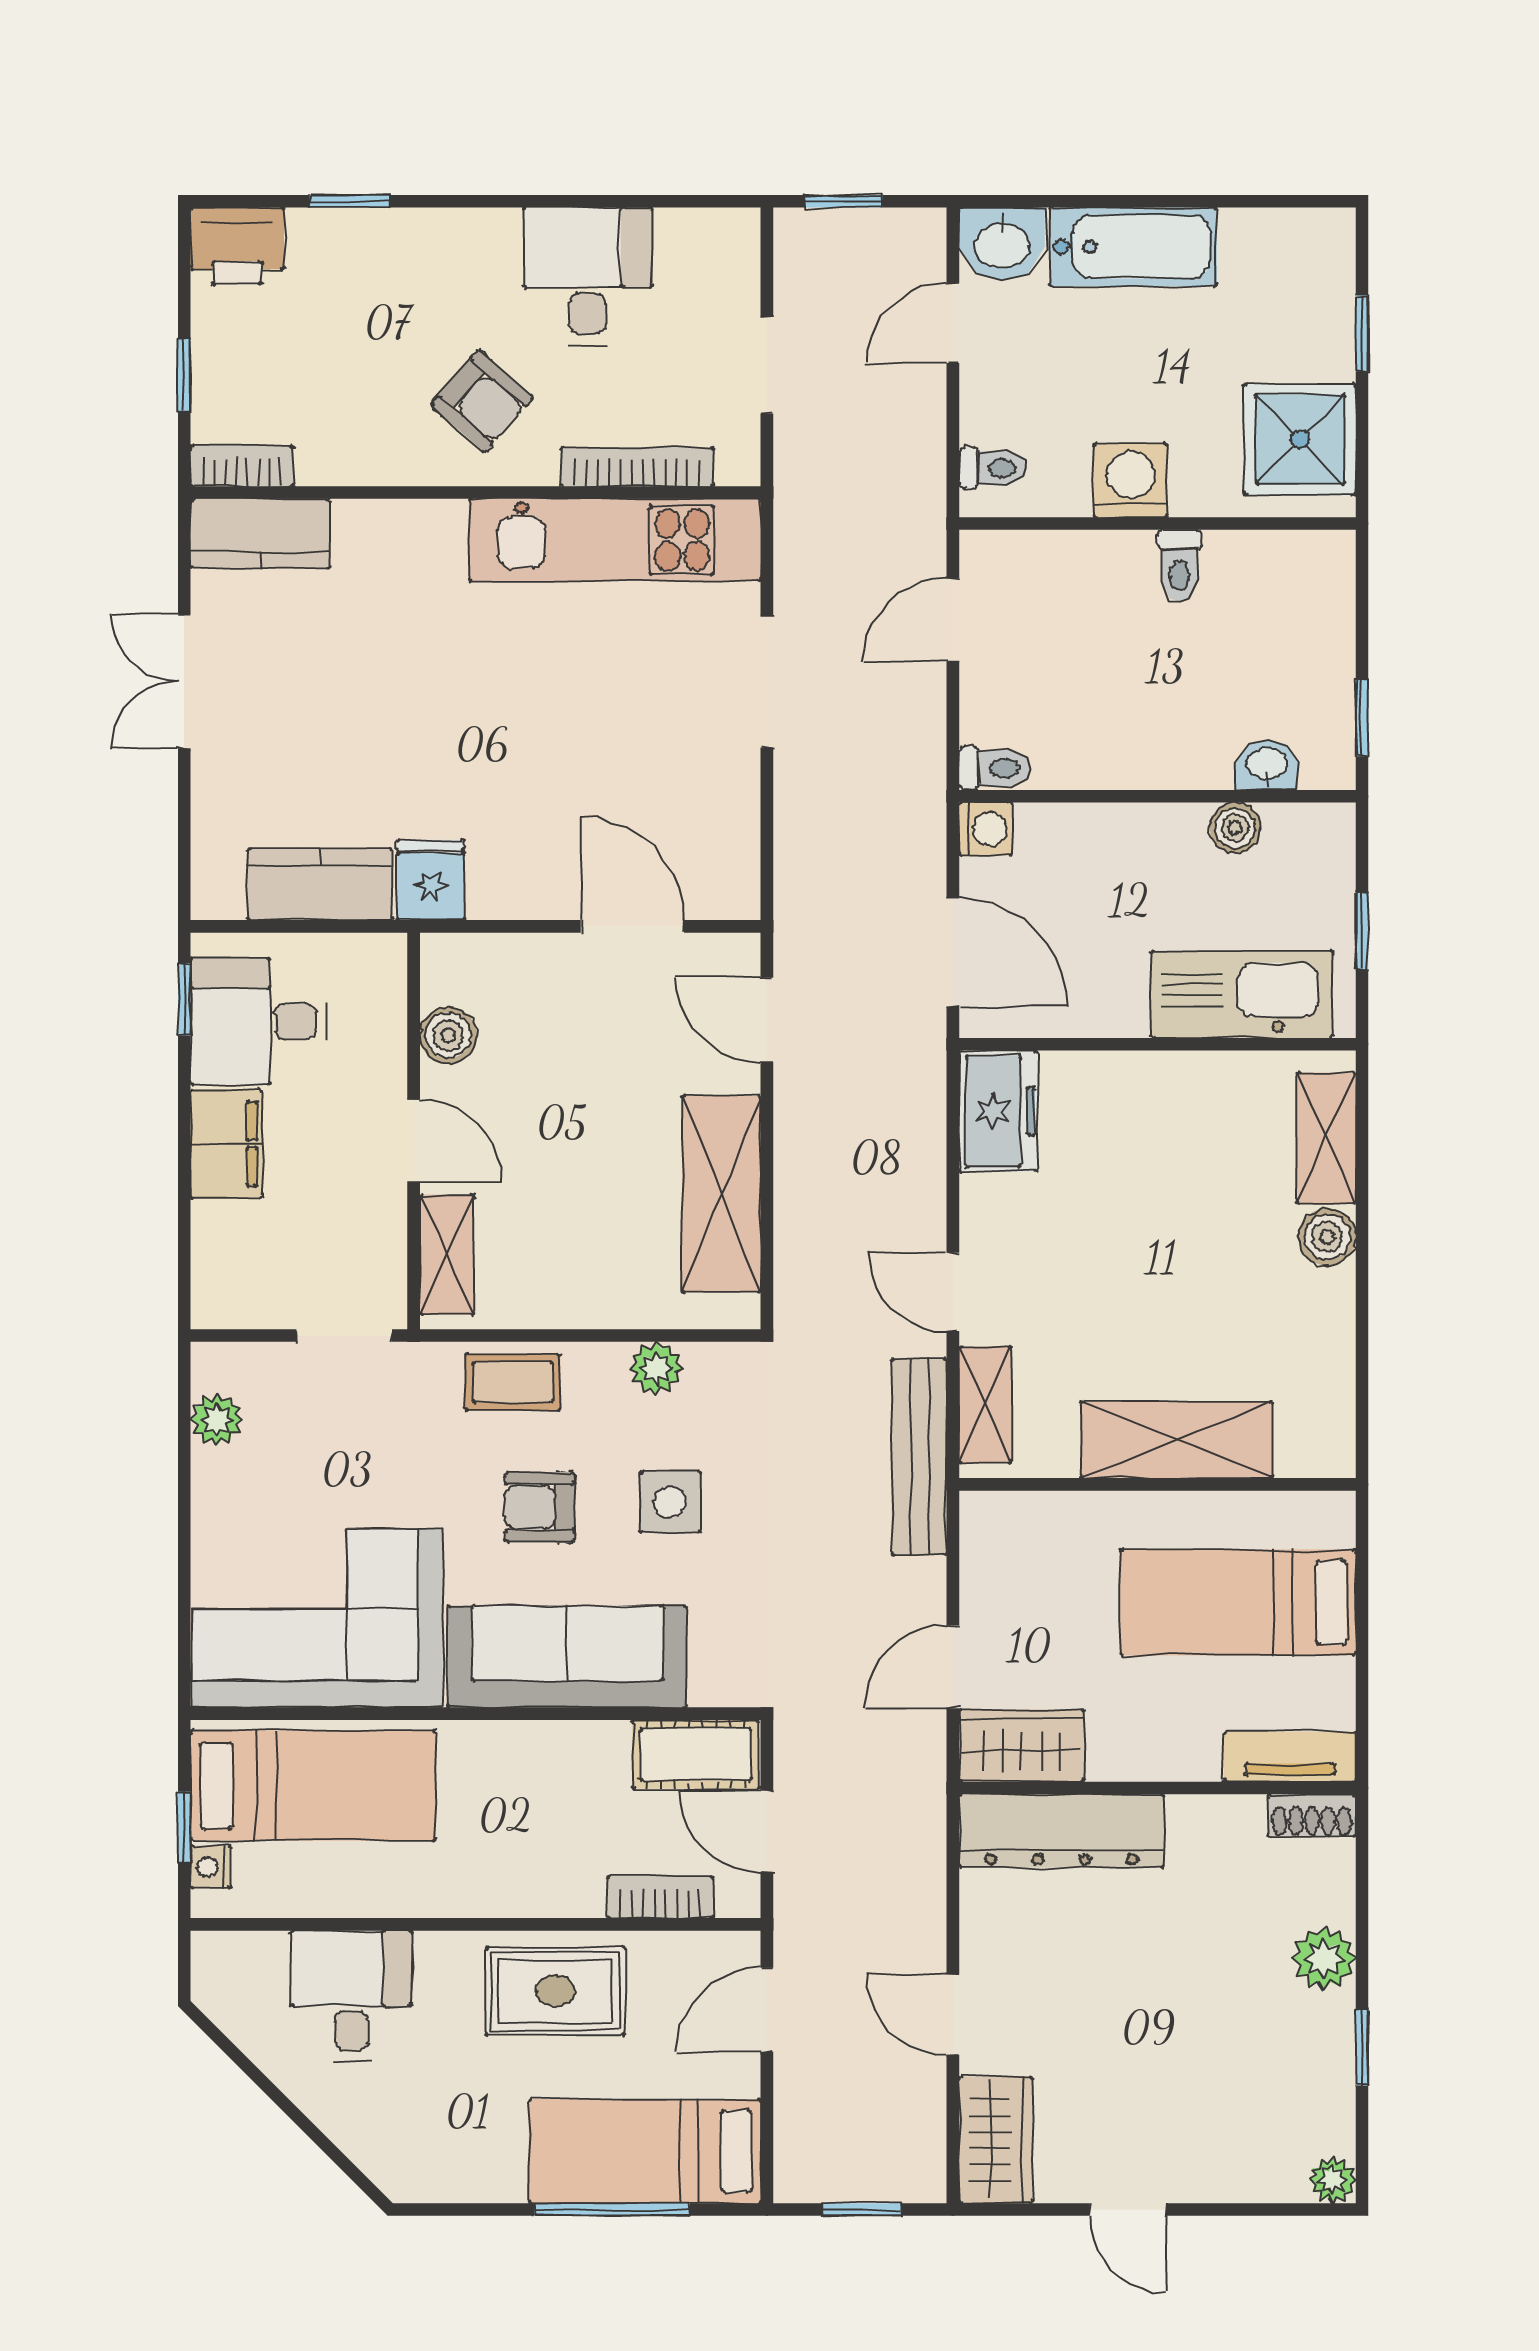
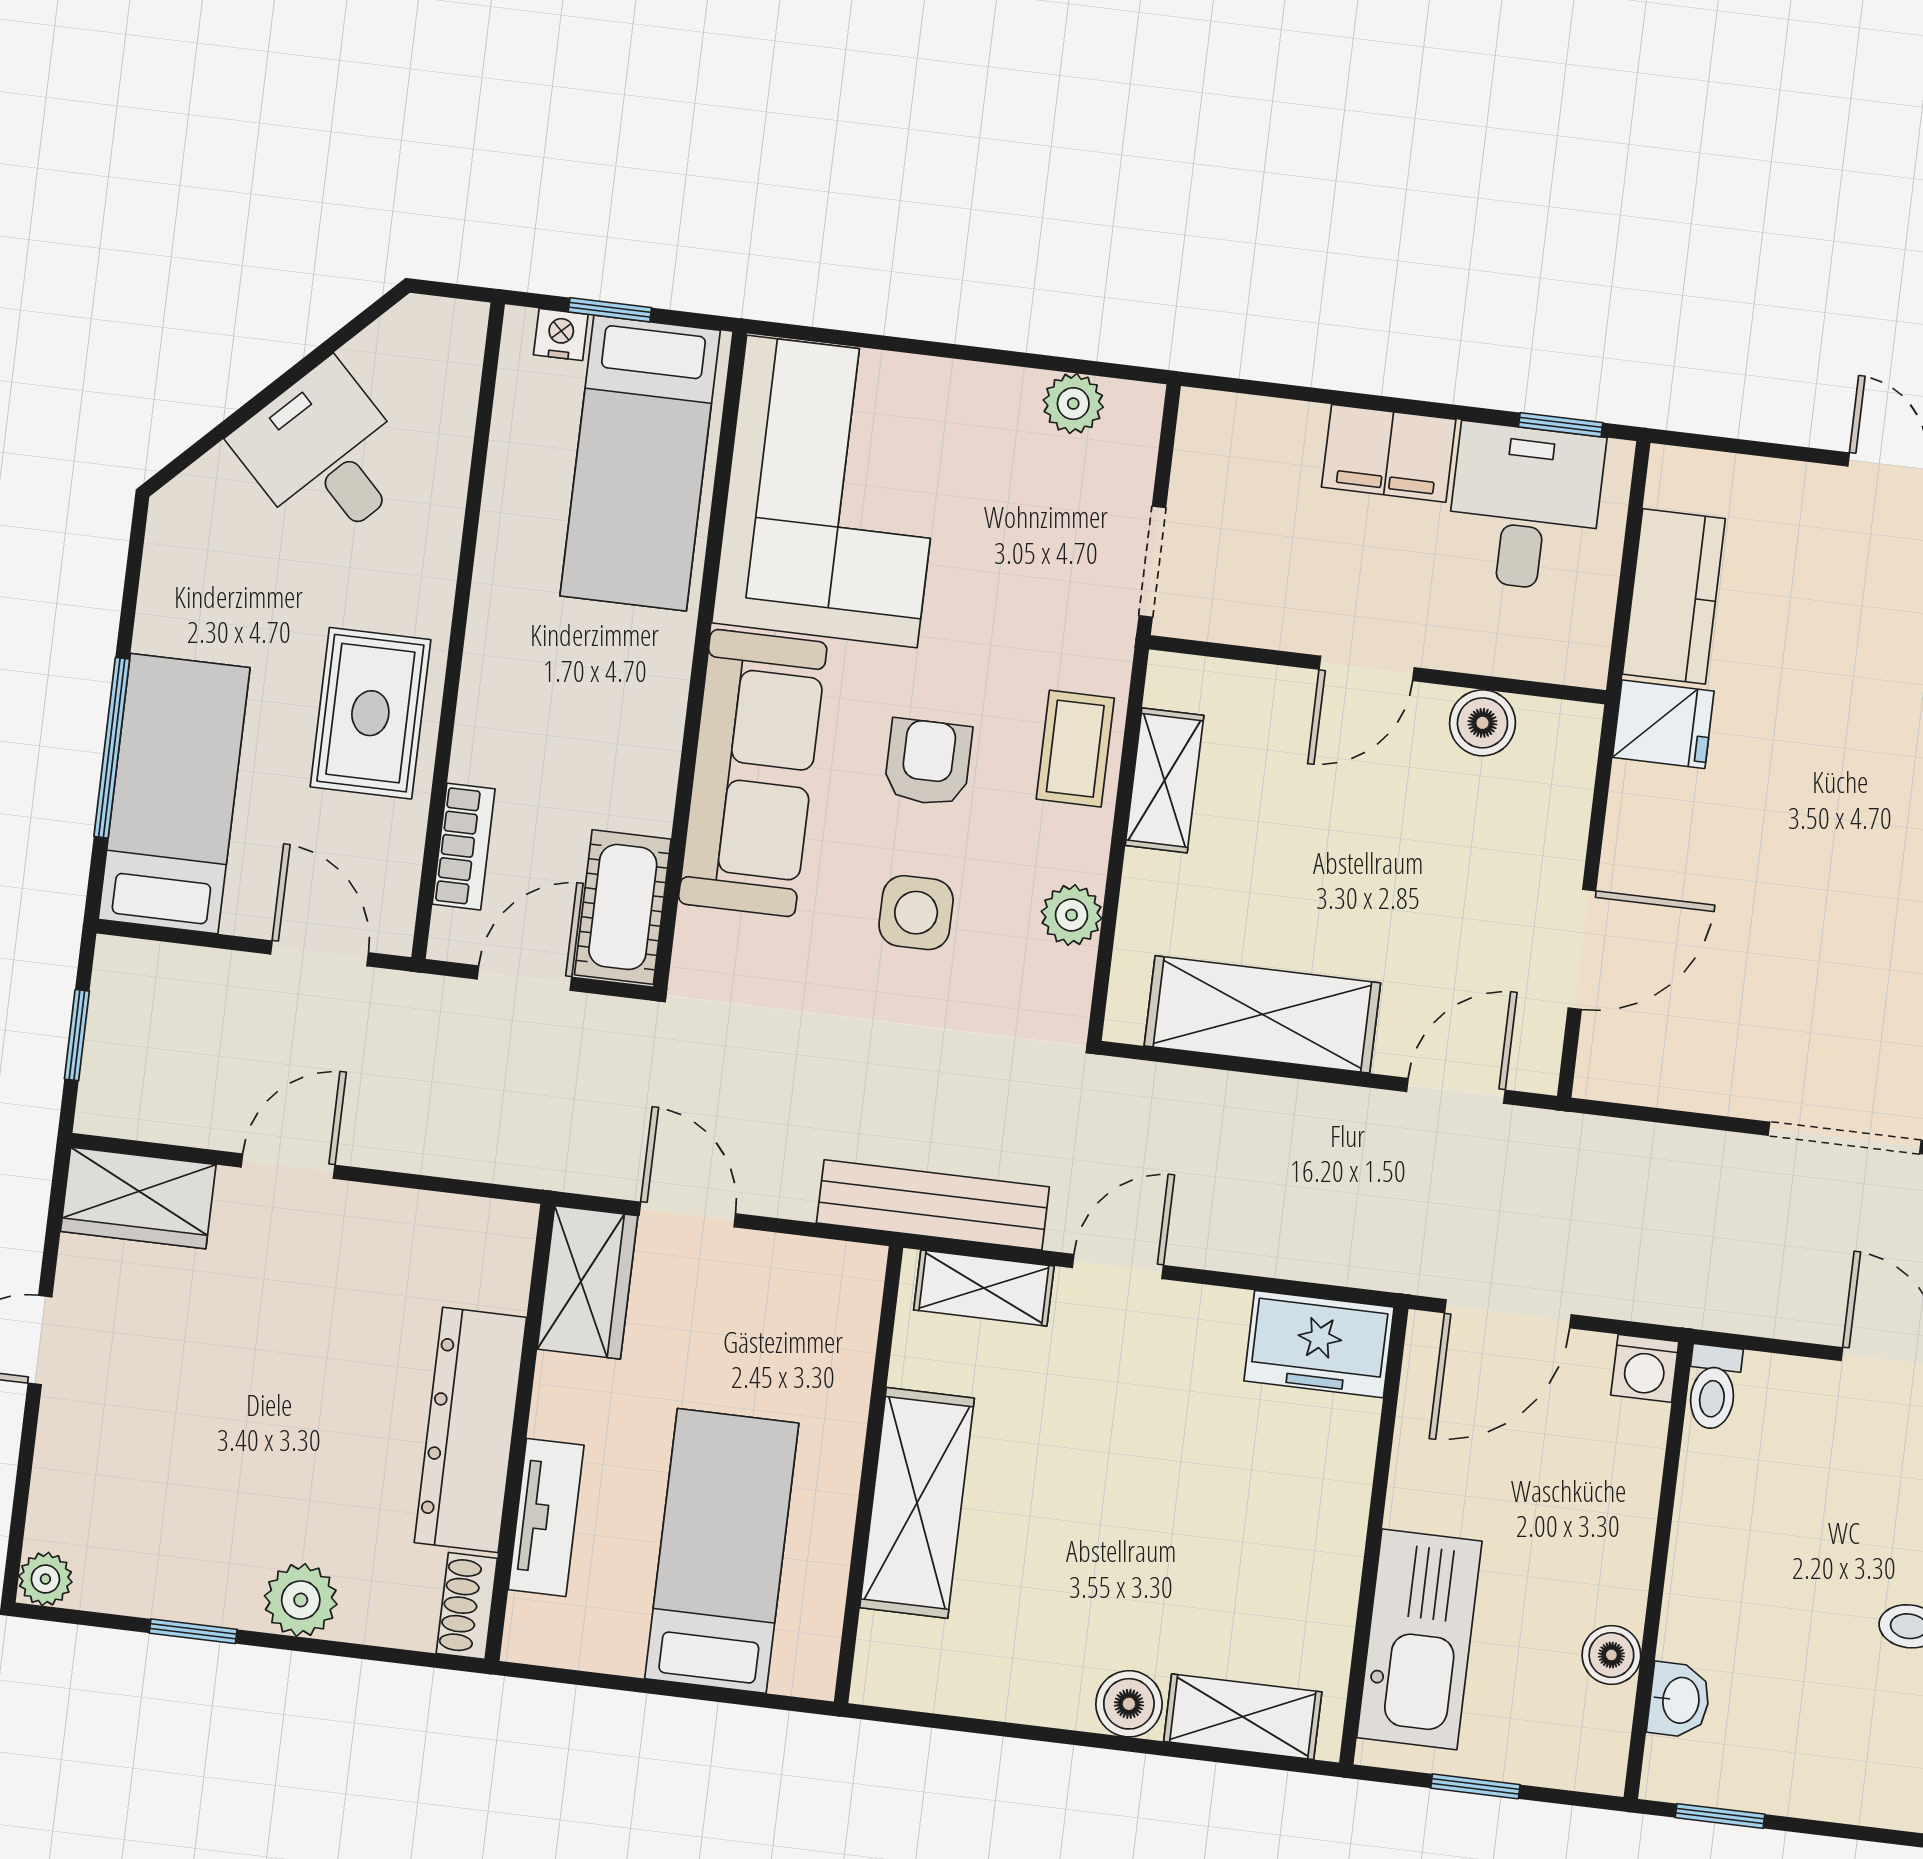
shelving: (447, 1255) -> (1164, 780), moved, turned 90
tv unit: (1290, 1757) -> (546, 1517), moved
dresser: (1062, 1831) -> (470, 1430), moved
desk: (352, 1996) -> (325, 455), moved, turned -135

